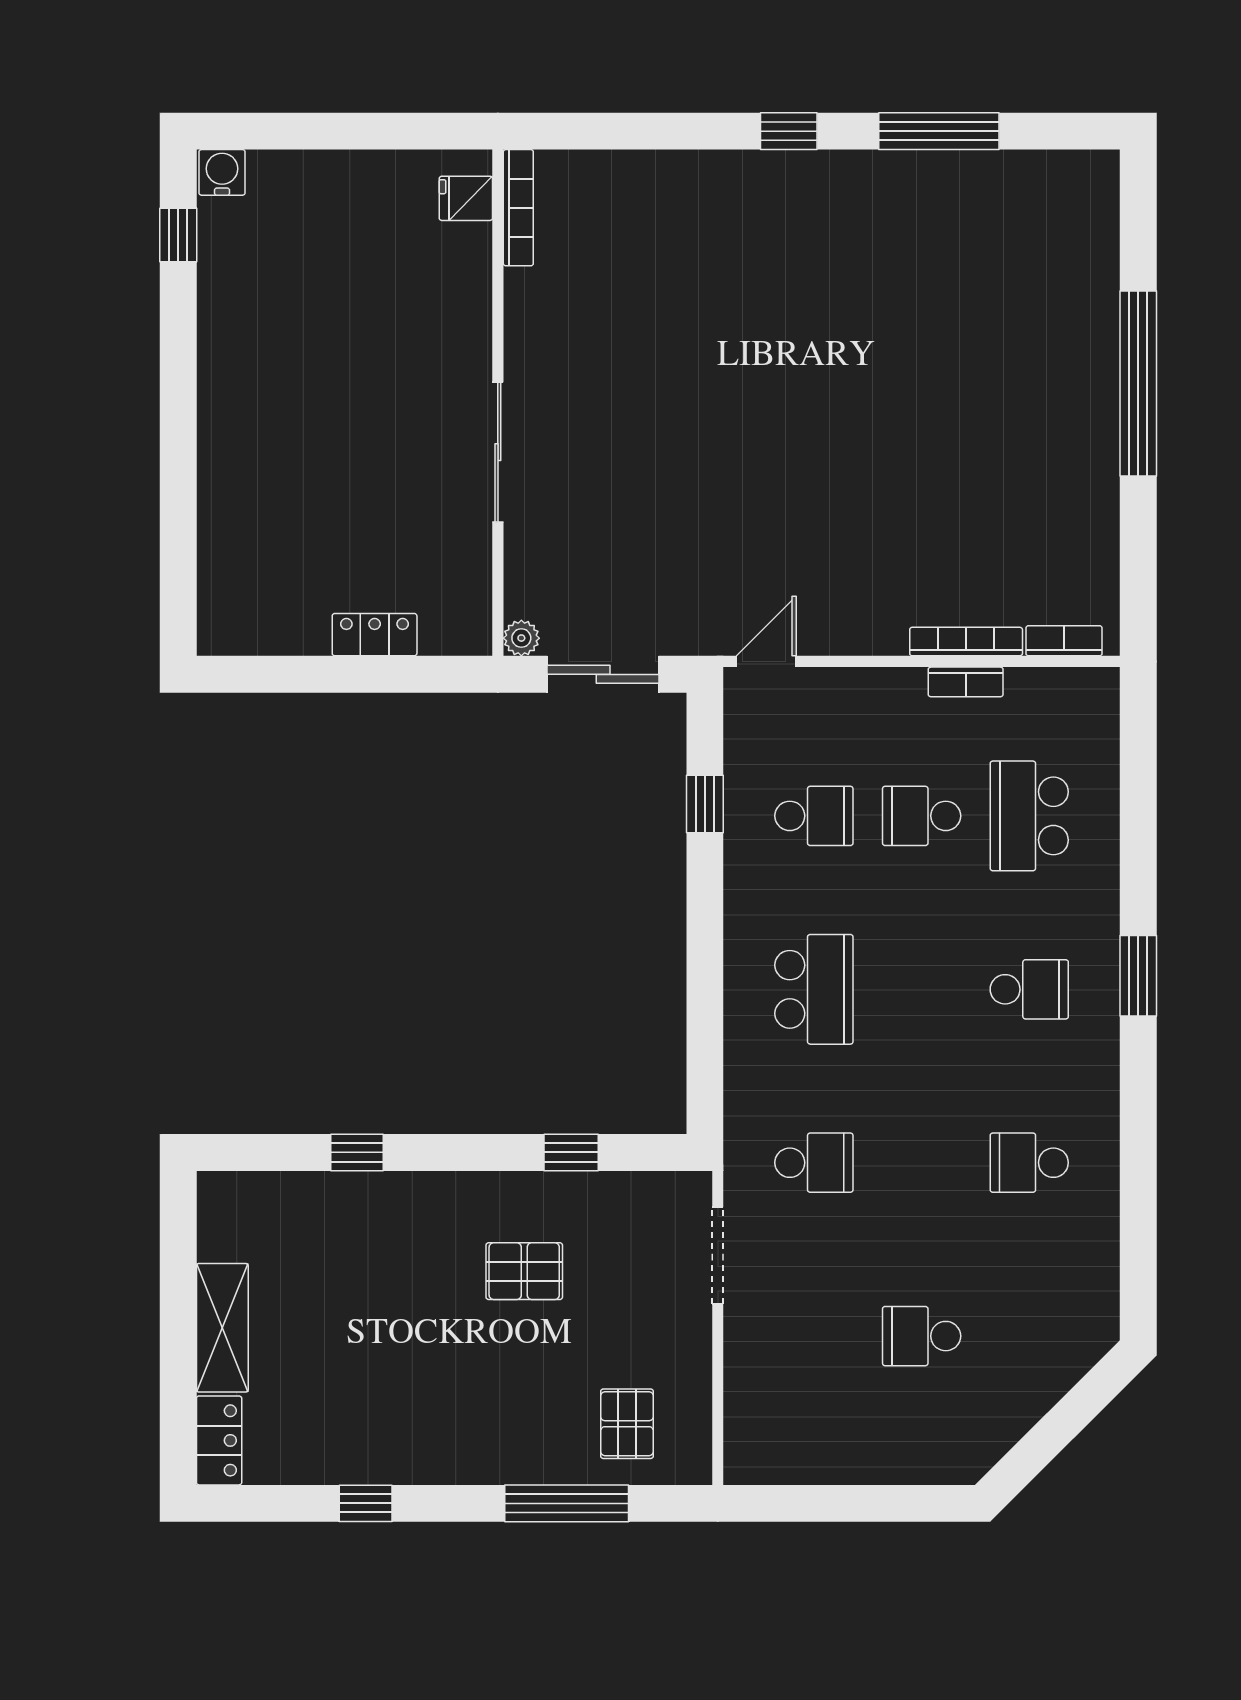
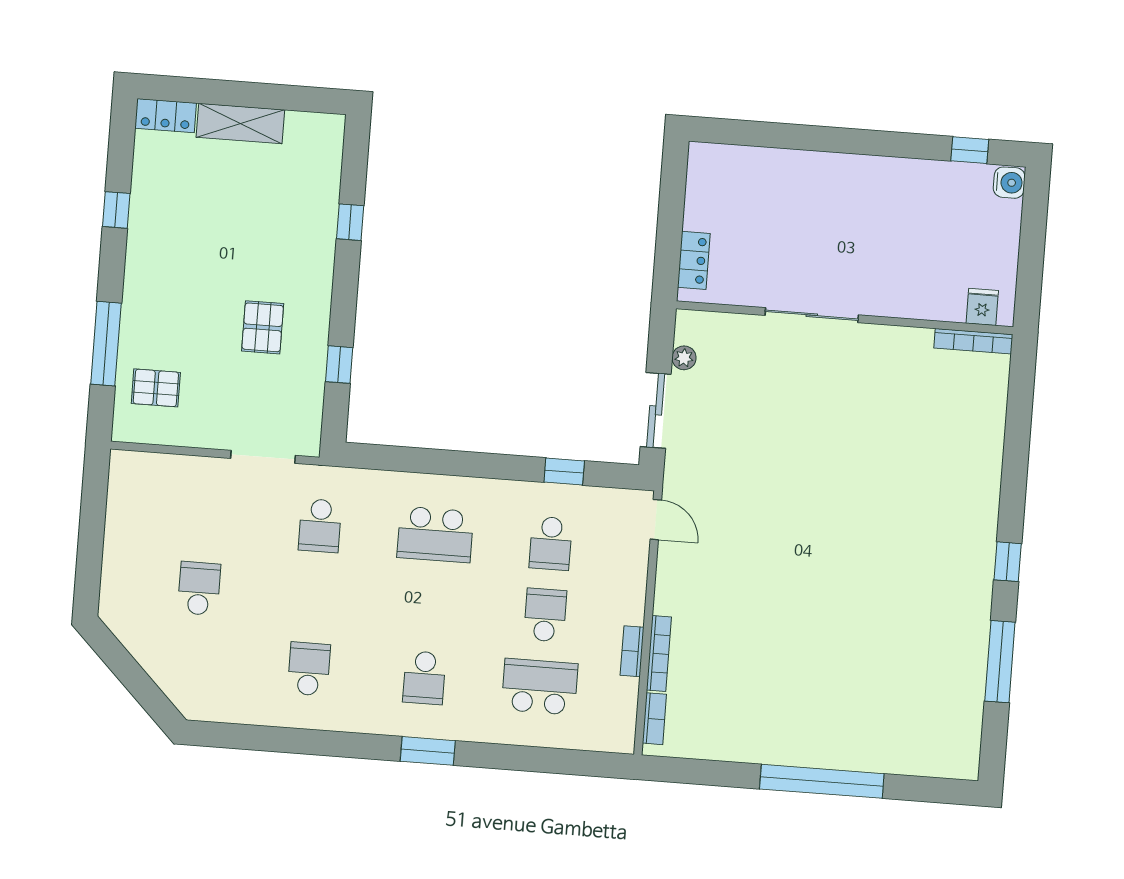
fridge: (466, 198) -> (982, 307), moved
bookcase: (518, 208) -> (973, 341), moved
wall: (498, 403) -> (845, 318), moved
sliding door: (498, 452) -> (812, 315), moved

